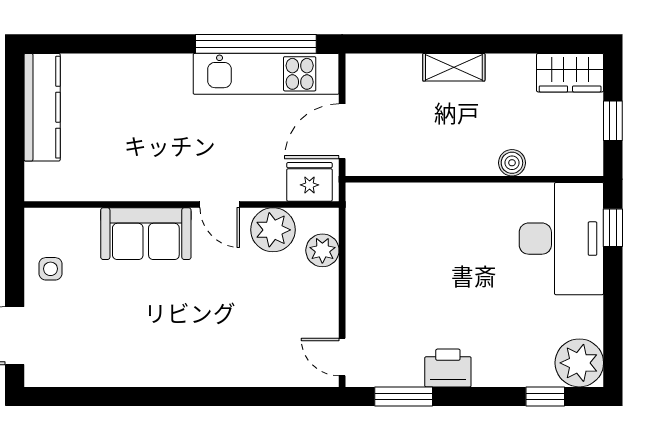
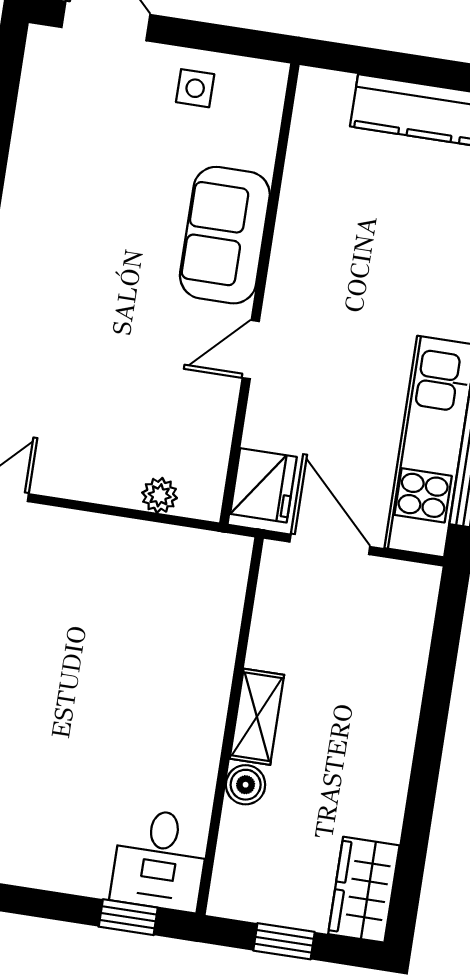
shelving: (454, 67) -> (257, 717), moved
plant: (273, 230) -> (202, 421), removed
desk: (561, 239) -> (160, 860), width x0.53, depth x0.77
plant: (322, 250) -> (160, 495), width x0.73, depth x0.73

